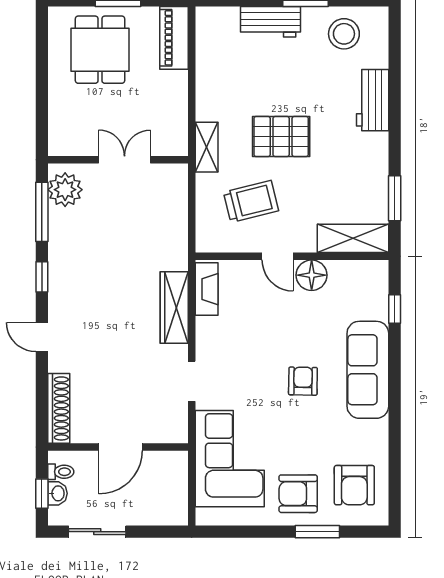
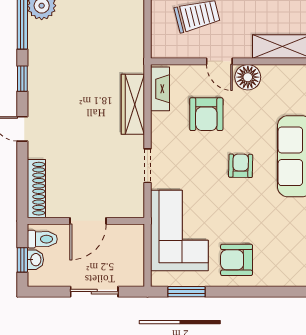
toilet: (61, 472) -> (42, 239), width x1.37, depth x1.39
armchair: (354, 485) -> (206, 114), moved
sliding door: (97, 532) -> (94, 292), moved
window: (317, 532) -> (187, 292), moved

